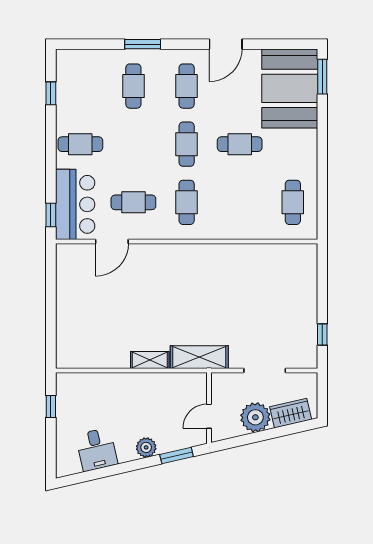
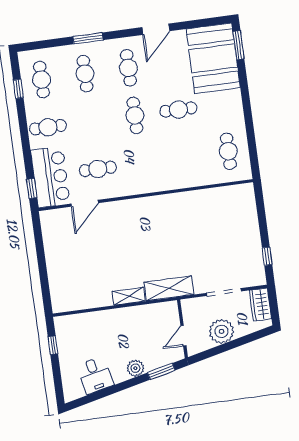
cafe table: (187, 202) -> (41, 80), moved
wardrobe: (291, 413) -> (260, 305), moved, turned -77

